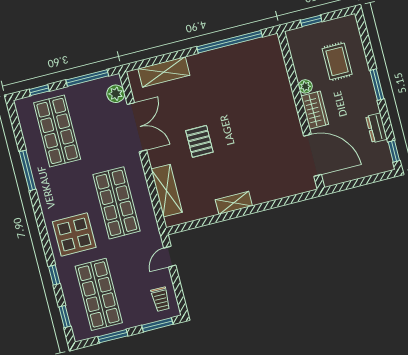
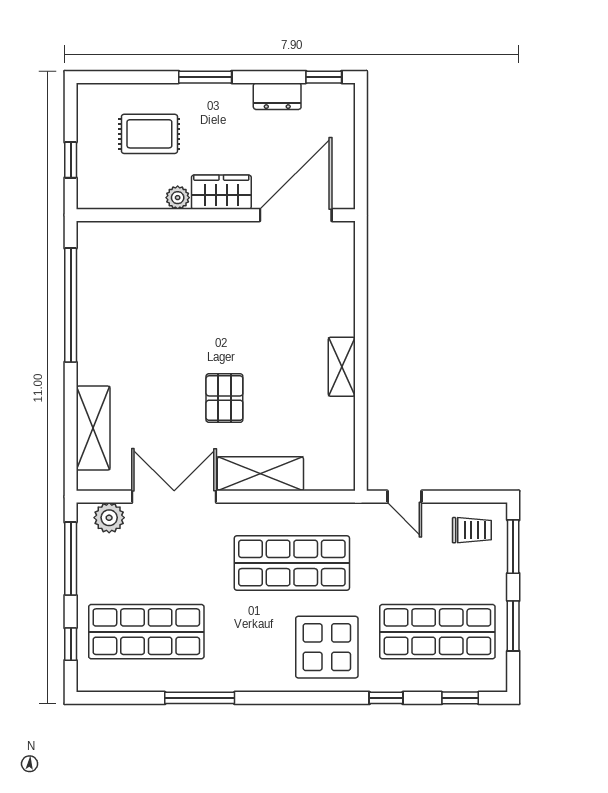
pallet: (199, 141) -> (224, 398), turned 90
shelving: (167, 191) -> (260, 474), moved

